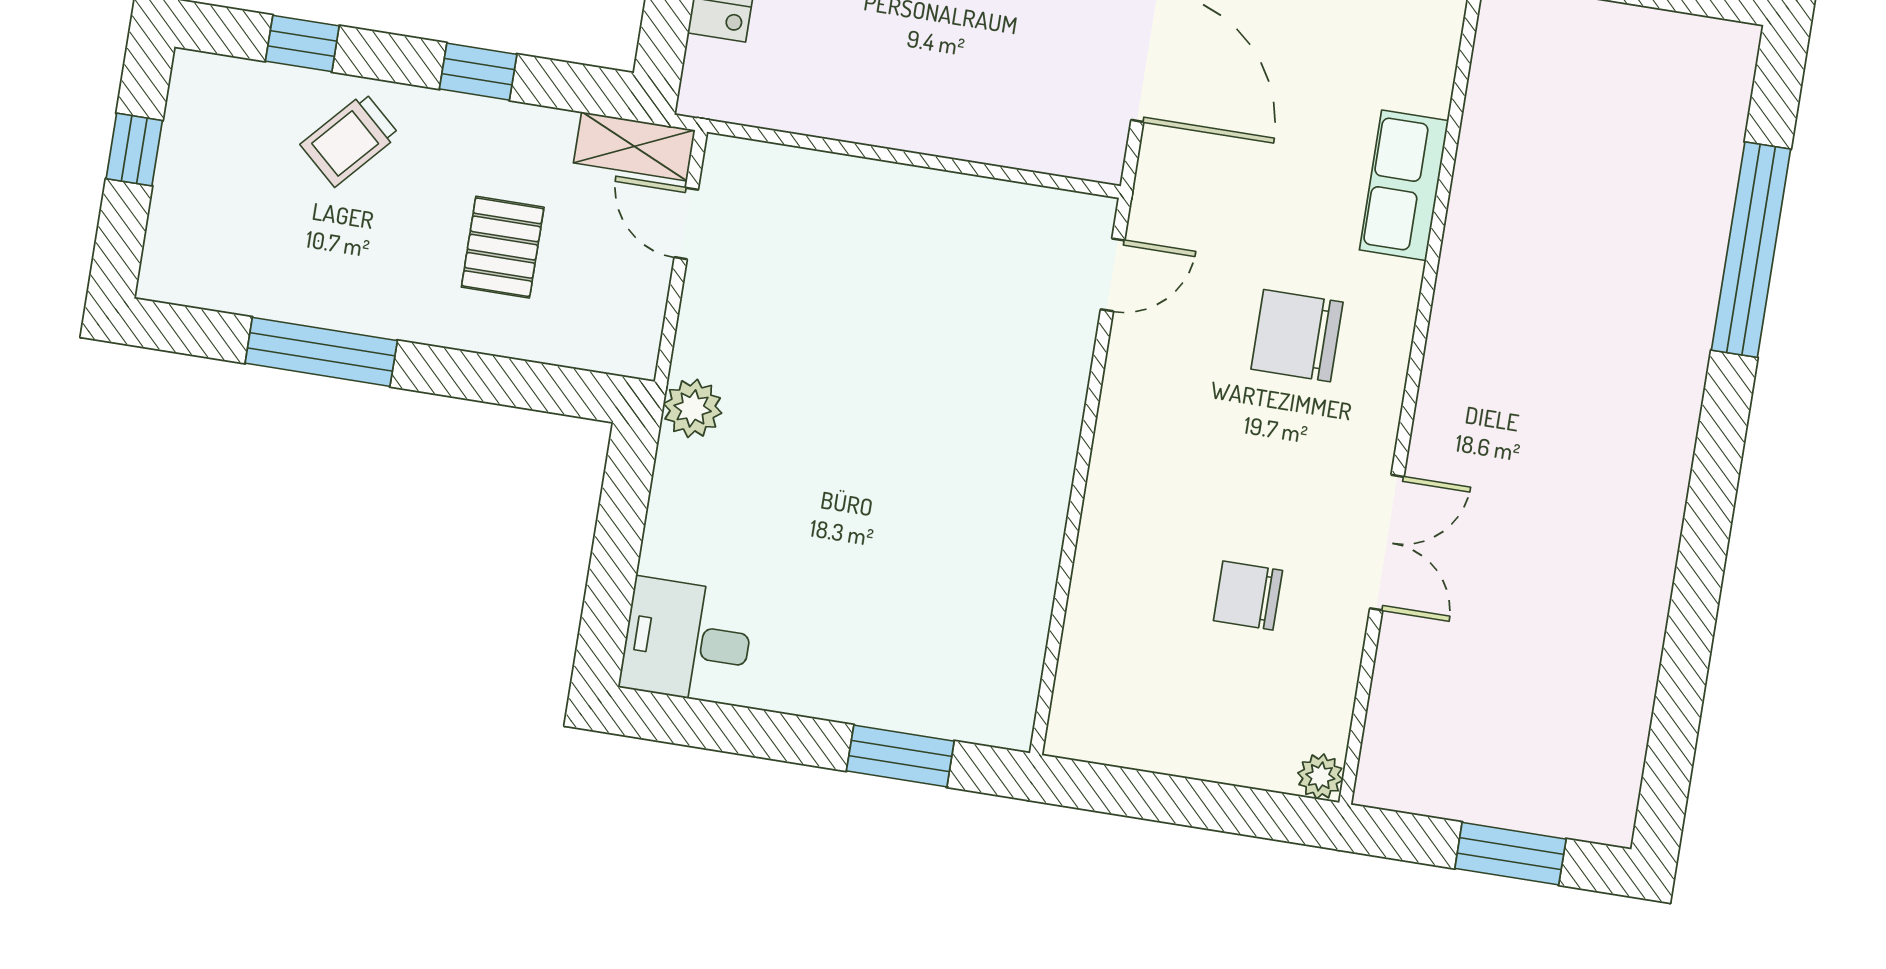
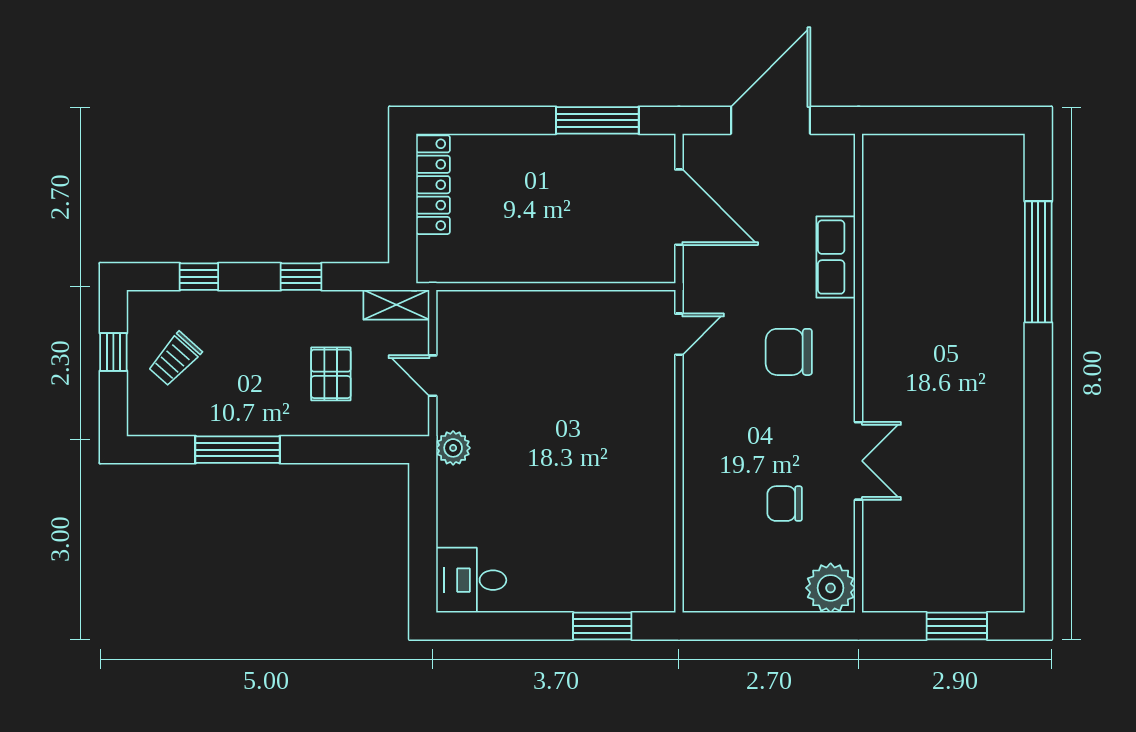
trolley: (350, 140) -> (175, 359), moved
door: (686, 223) -> (433, 376), moved
plant: (1320, 776) -> (831, 588), width x1.88, depth x1.88

